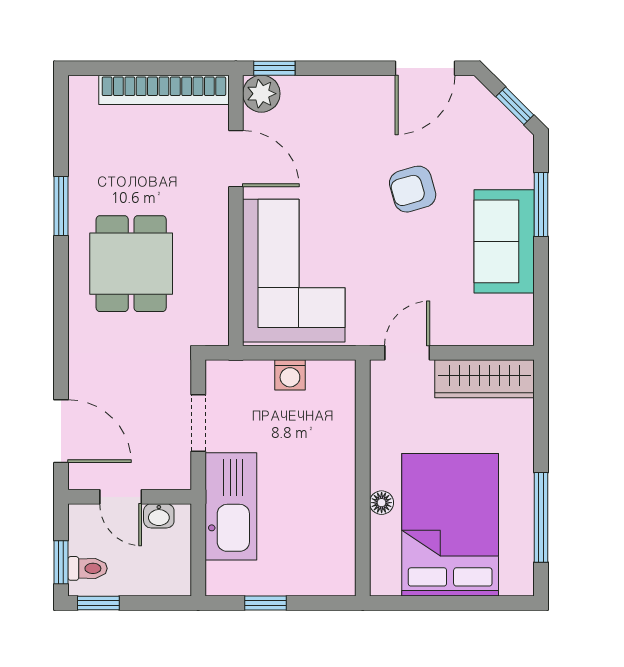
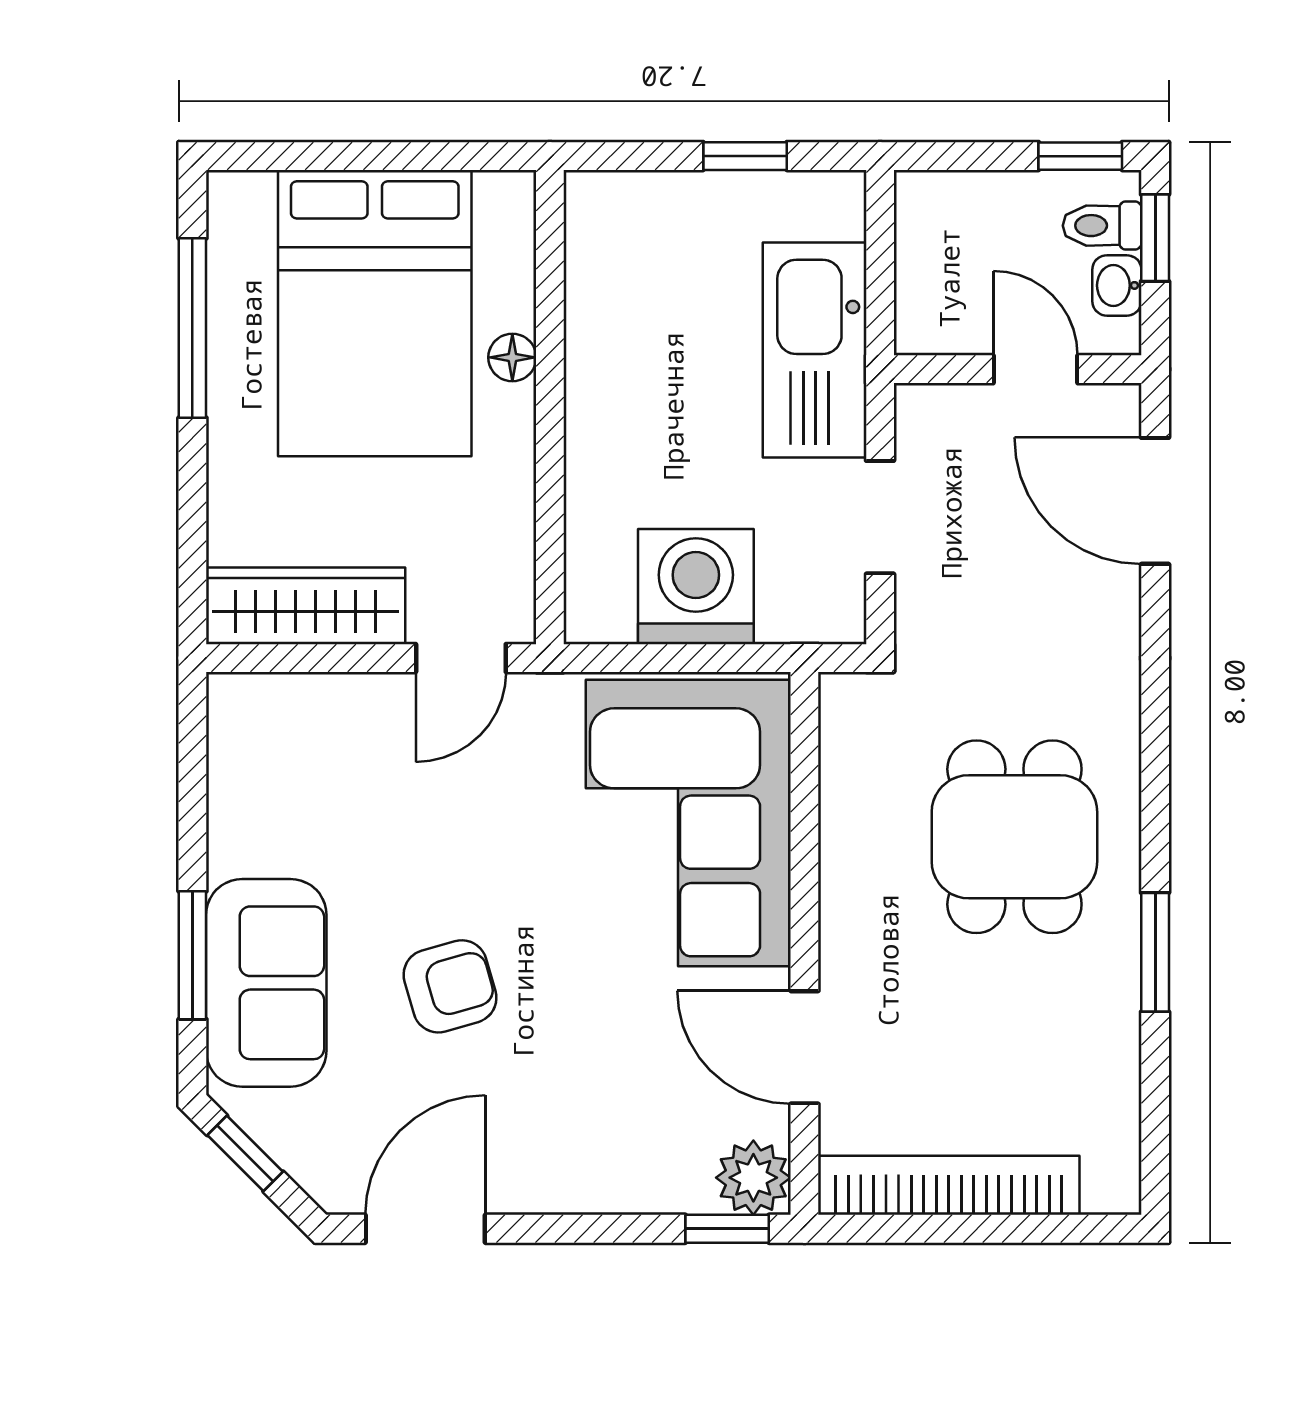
sofa: (504, 241) -> (266, 983), moved
washing machine: (290, 375) -> (696, 587), width x1.89, depth x1.89
washbasin: (159, 516) -> (1117, 285), moved, turned -90

